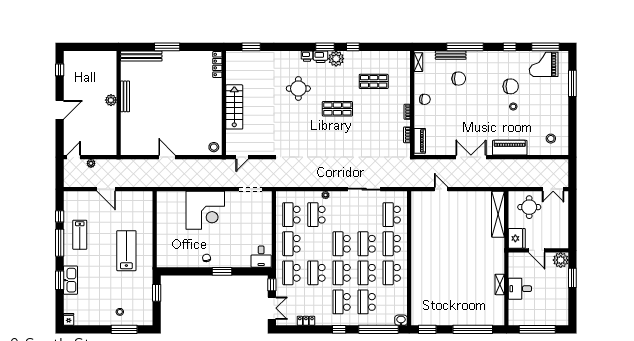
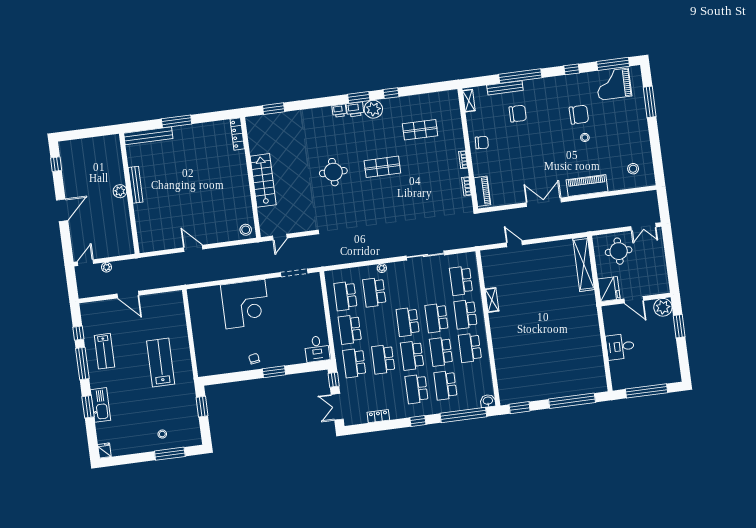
round table: (298, 89) -> (333, 172), moved
shelving: (500, 284) -> (492, 300), moved
double door: (272, 308) -> (337, 407), swing flipped

